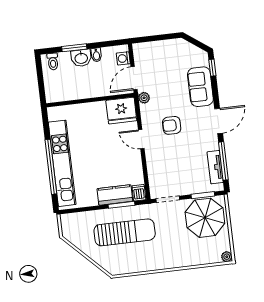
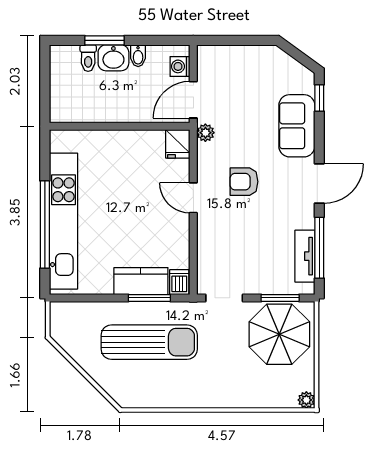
toilet: (53, 62) -> (88, 58), moved
fridge: (121, 111) -> (178, 144), width x0.53, depth x0.75

